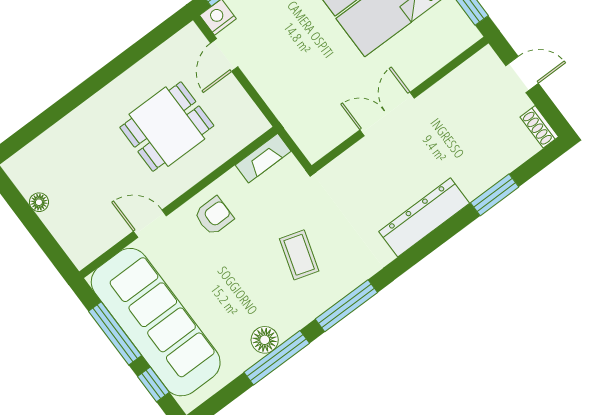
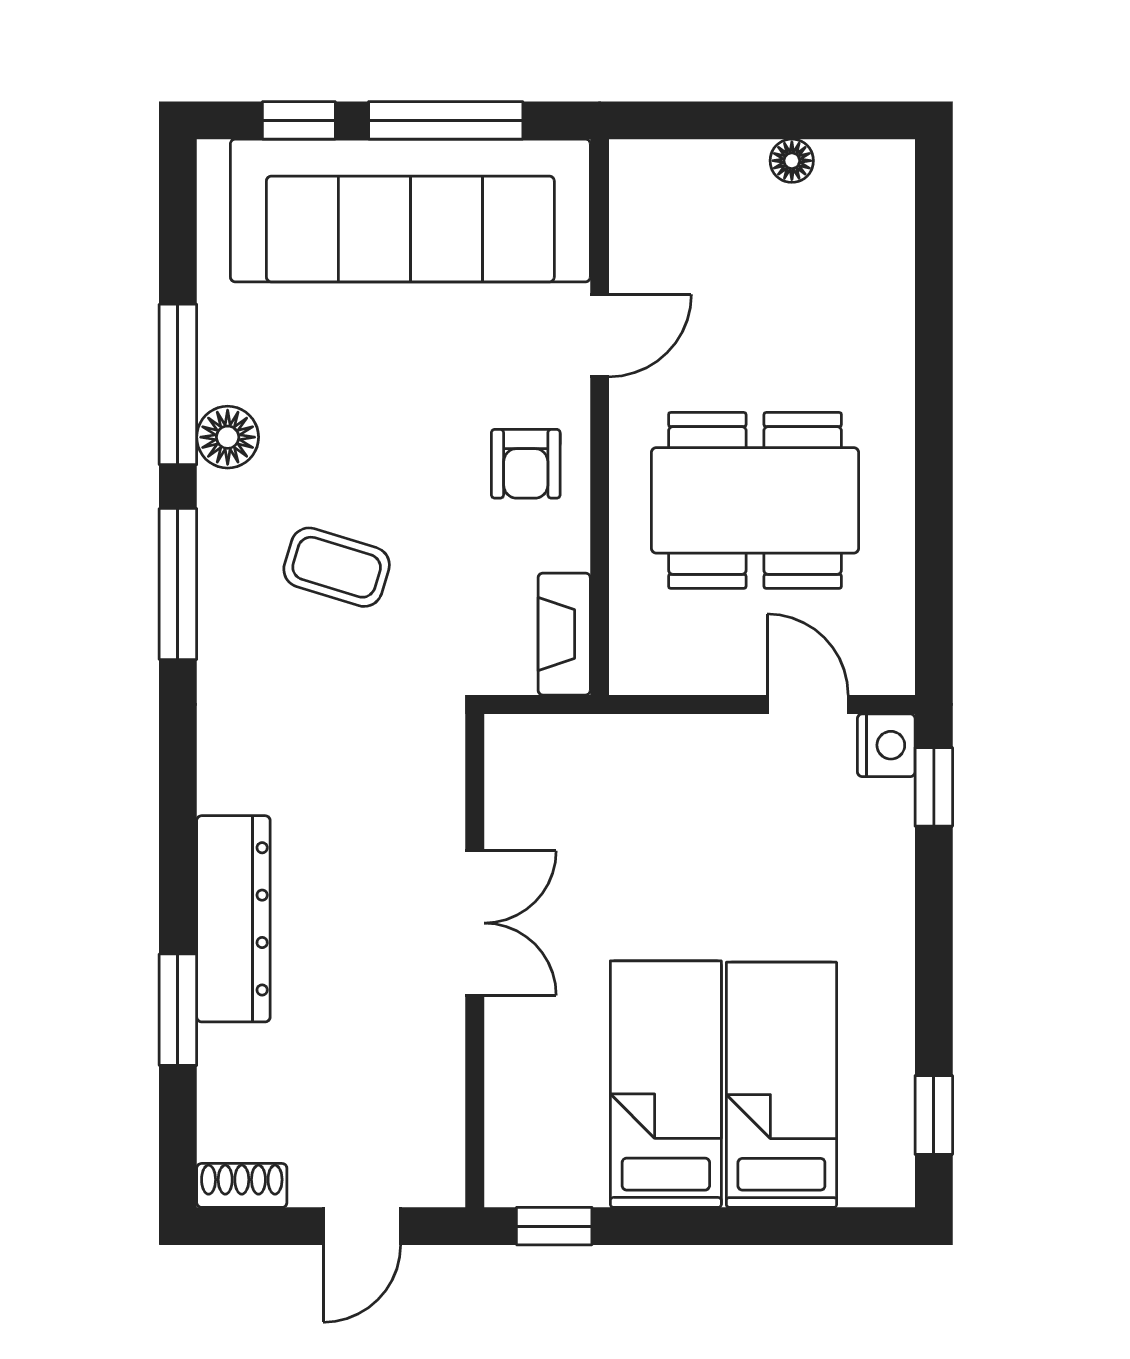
dining table: (167, 127) -> (755, 500), width x1.37
dresser: (424, 217) -> (233, 919), moved
floor lamp: (265, 340) -> (228, 437), moved

